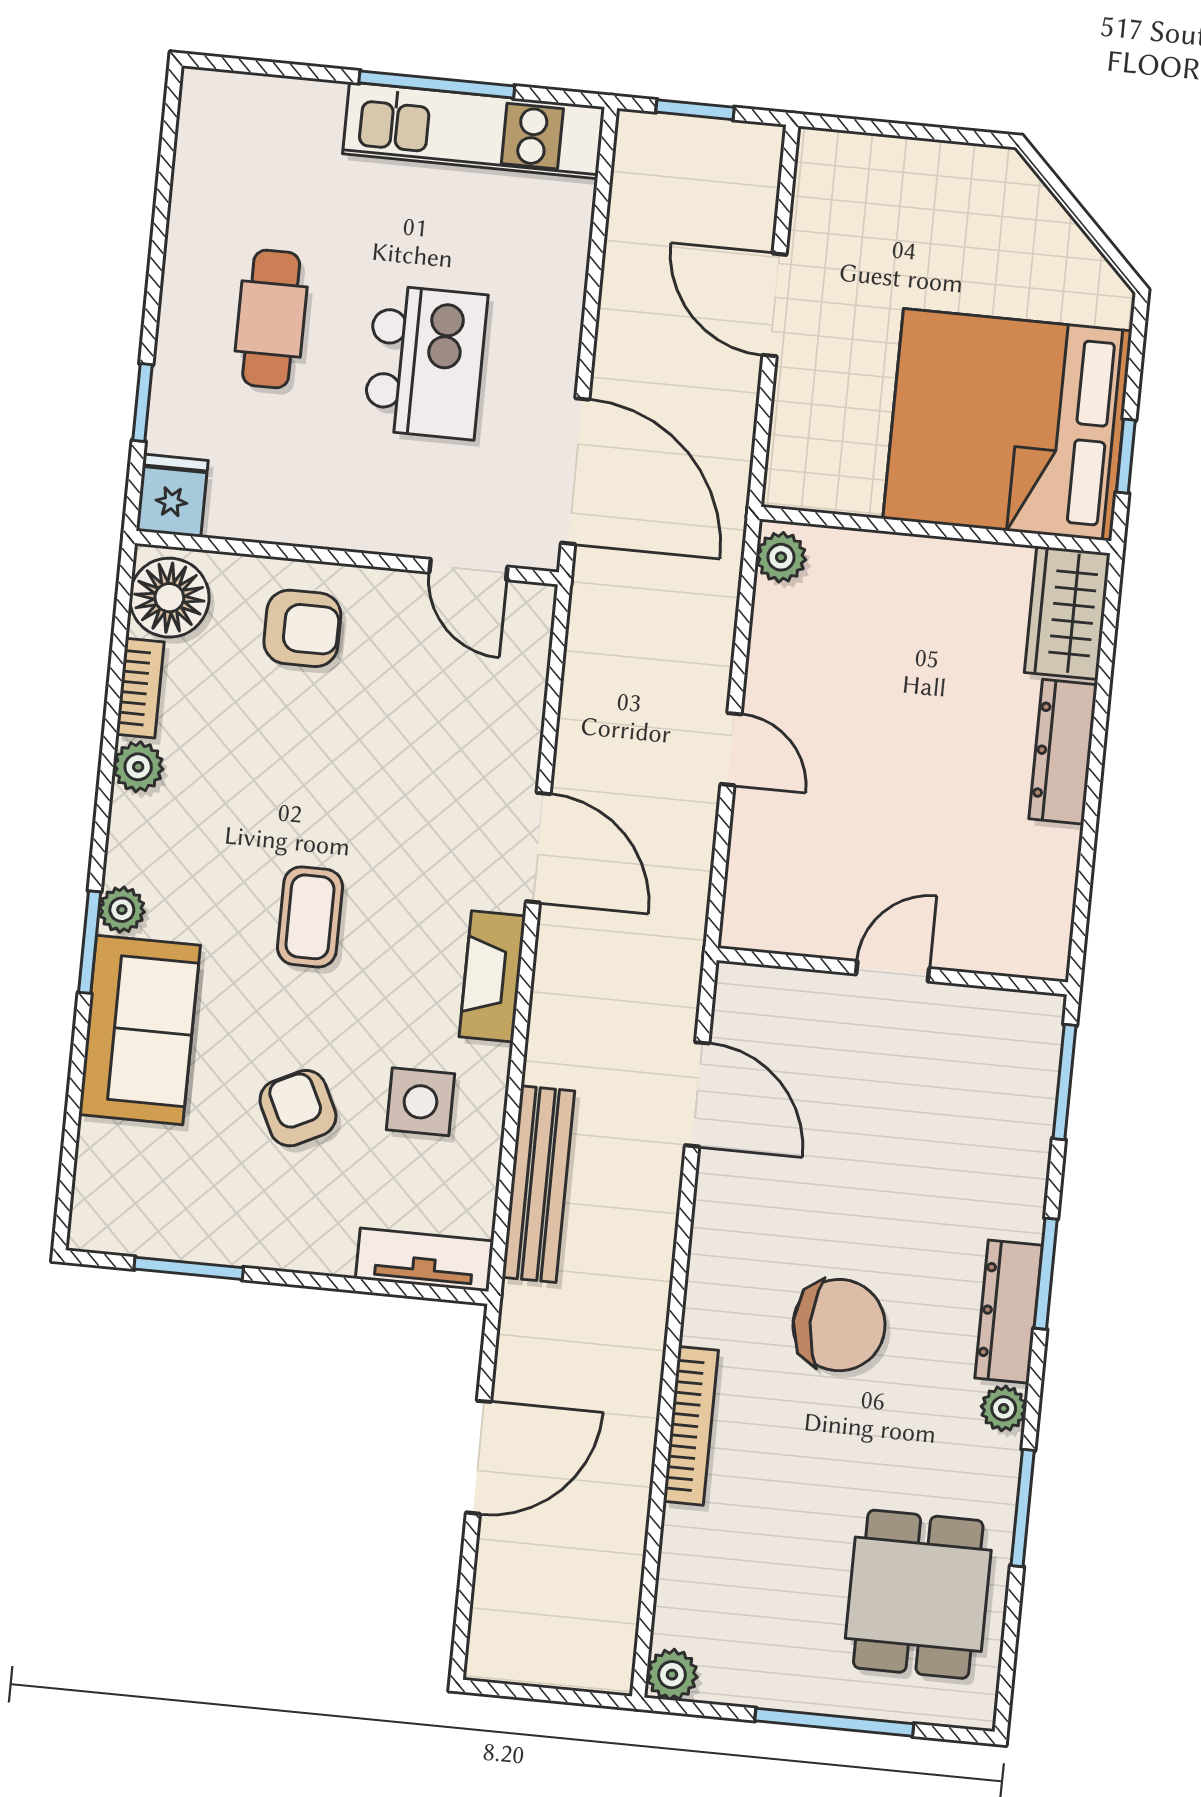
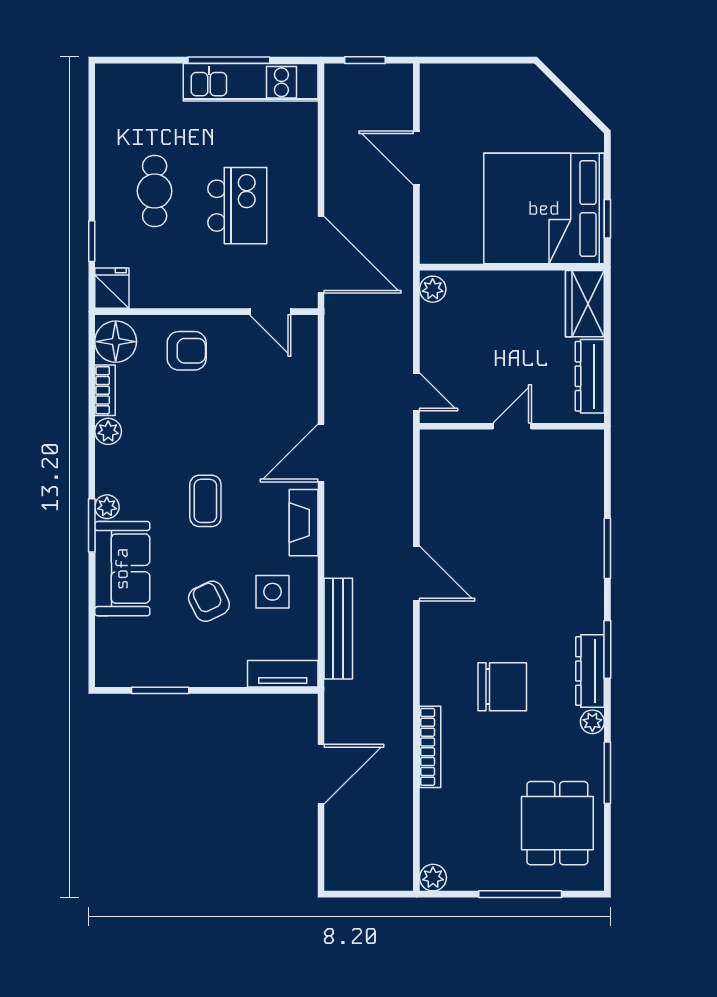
door: (538, 848) -> (321, 453), swing flipped
wall: (892, 971) -> (512, 426), moved
door: (893, 971) -> (512, 426), moved

